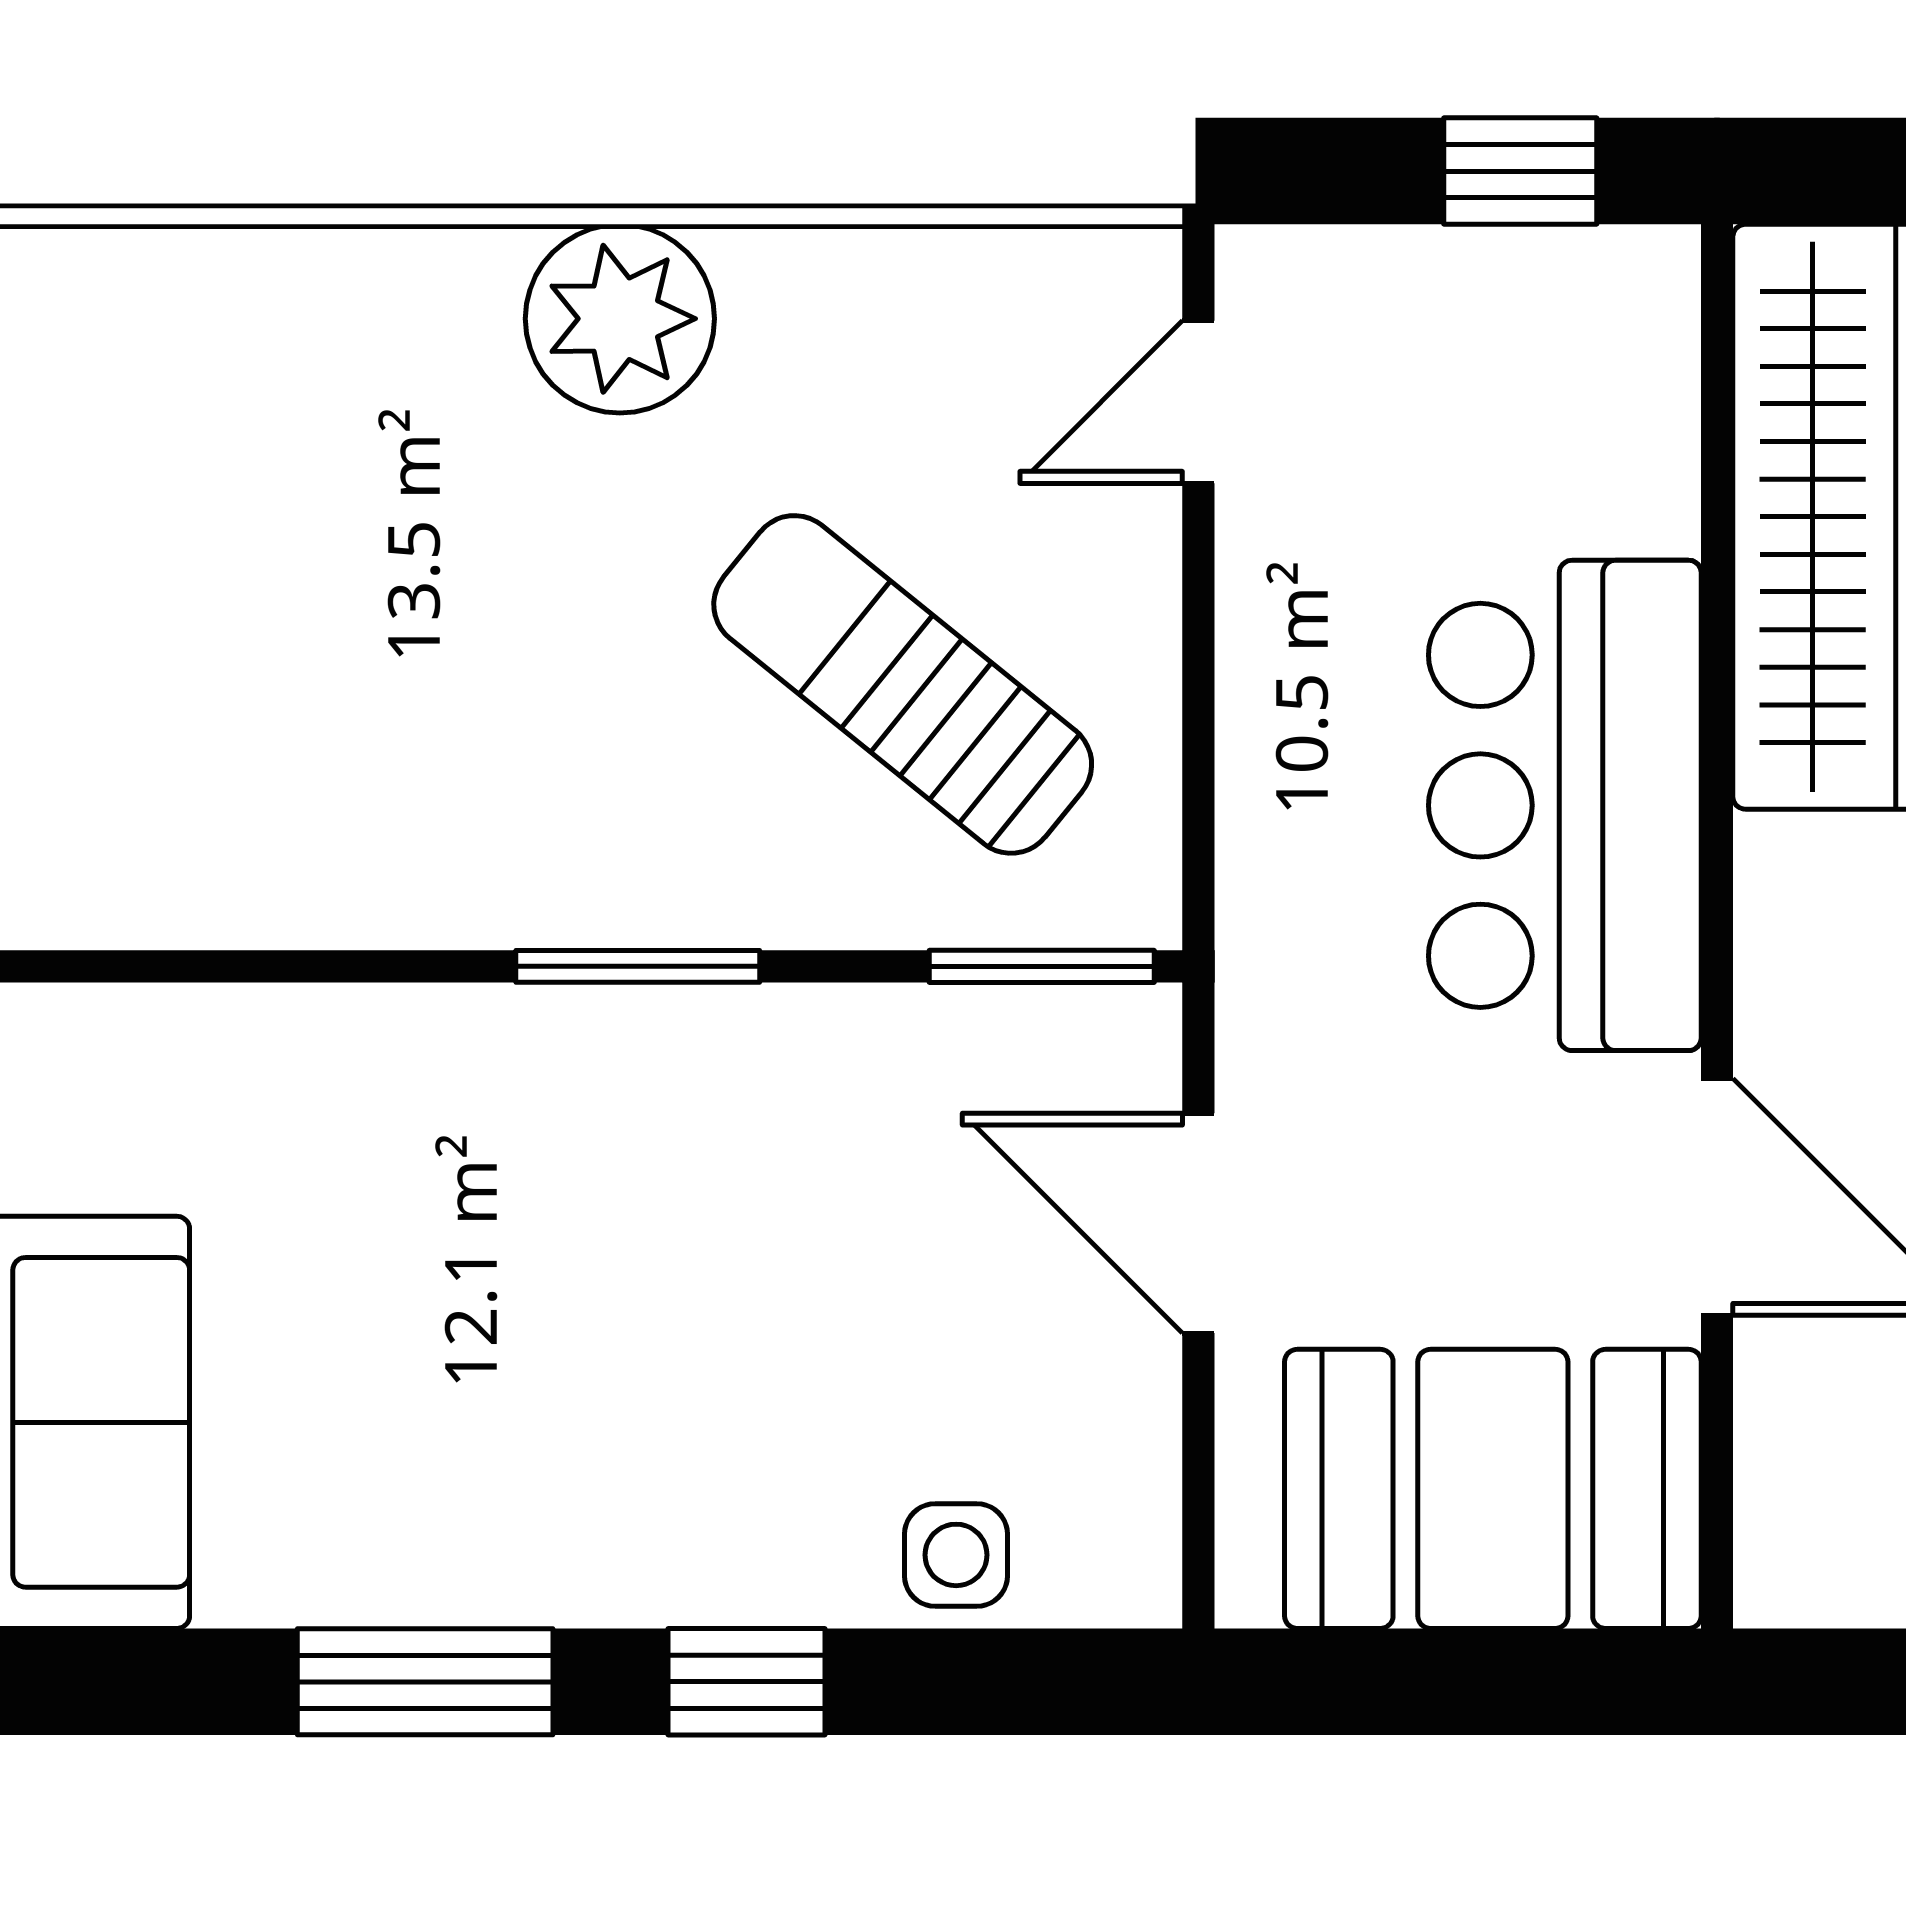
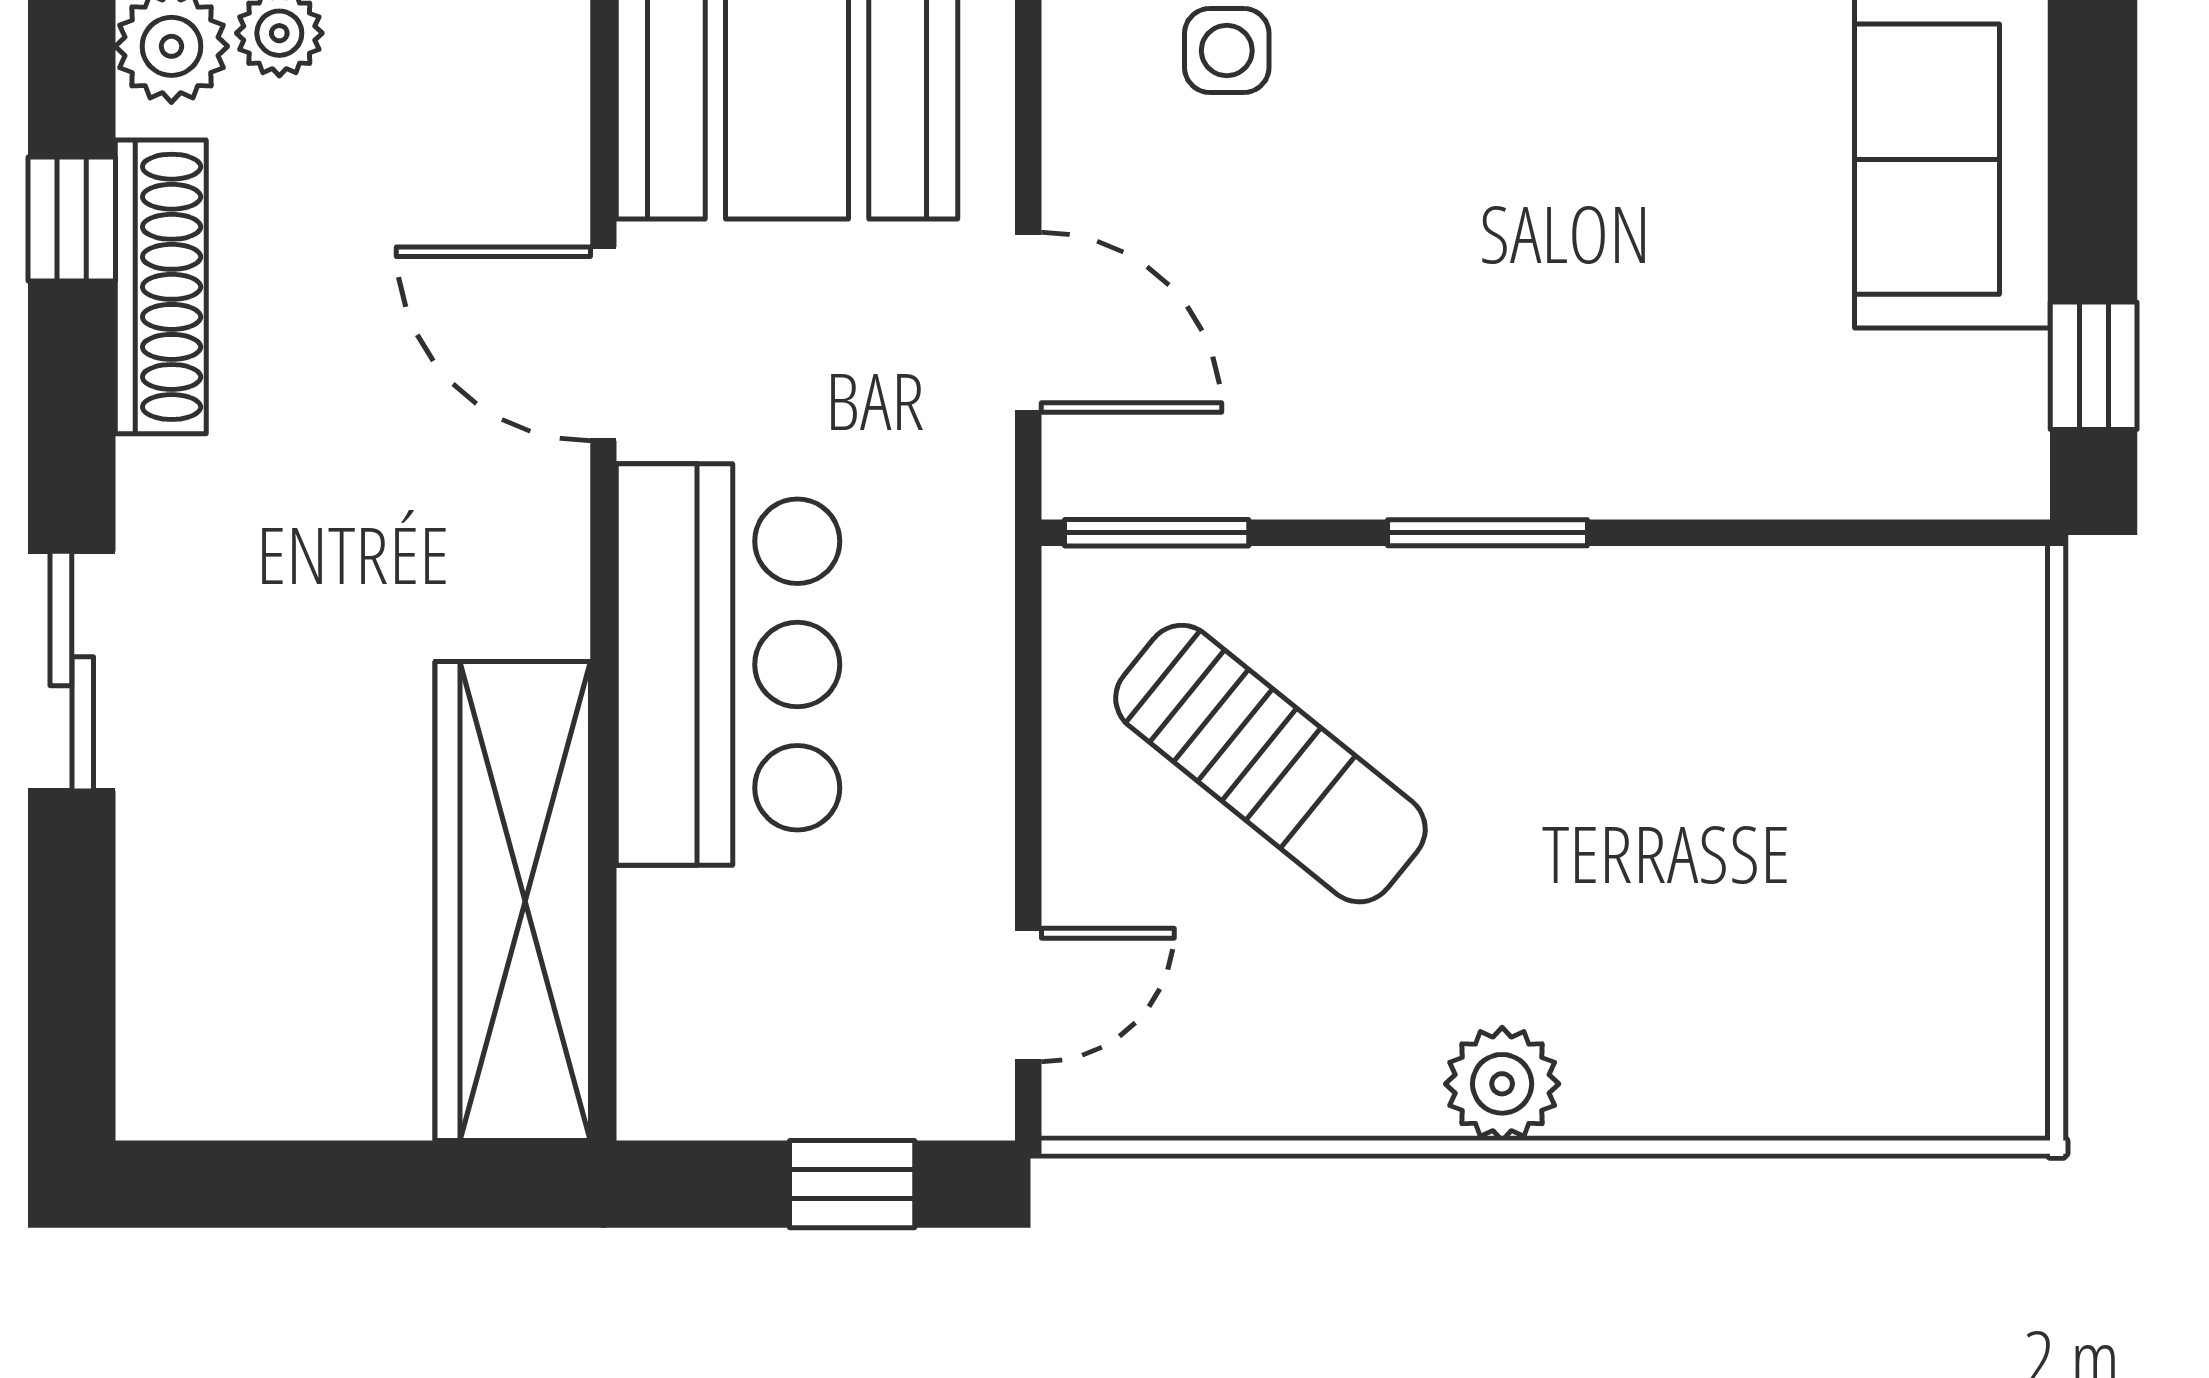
window: (1520, 171) -> (852, 1184), moved
plant: (620, 319) -> (1502, 1084), width x0.73, depth x0.73

